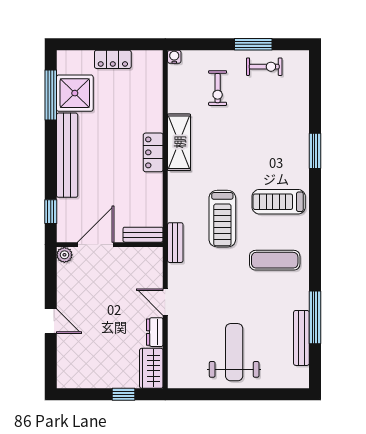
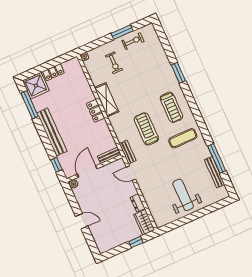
shower: (75, 93) -> (36, 86), moved
treadmill: (279, 202) -> (171, 107), turned -90
treadmill: (222, 219) -> (146, 129), turned 180
door: (165, 302) -> (131, 173), moved

